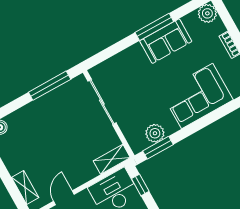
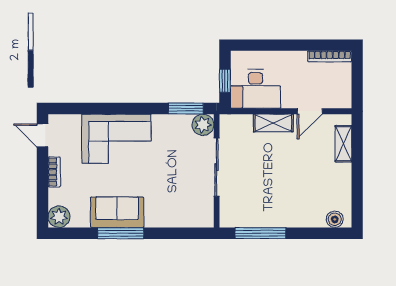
sliding door: (102, 102) -> (217, 167), moved
plant: (155, 133) -> (203, 125), moved
shelving: (112, 159) -> (273, 123), moved

